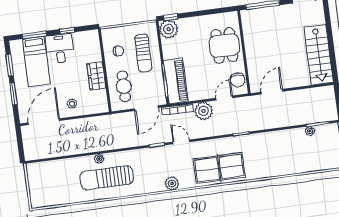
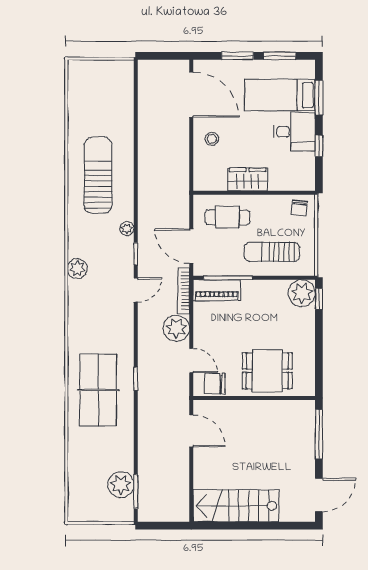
chair: (118, 51) -> (299, 208), moved
piano: (176, 81) -> (217, 290), width x0.73, depth x0.75
plant: (310, 131) -> (121, 485), width x1.88, depth x1.88
plant: (99, 159) -> (127, 229), moved
table tennis table: (219, 168) -> (98, 390), moved

